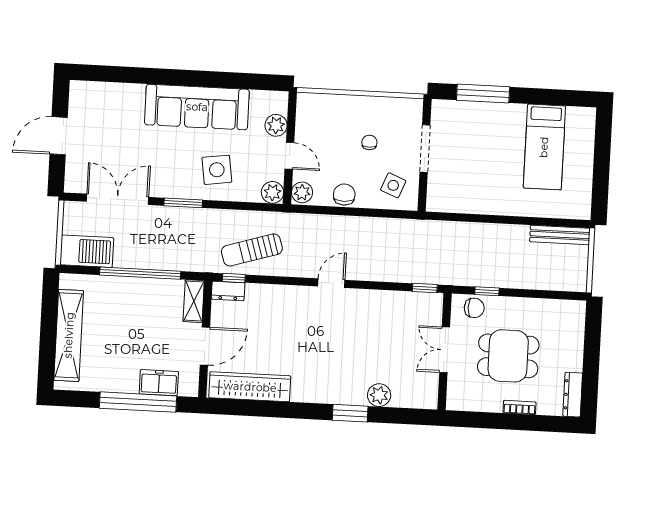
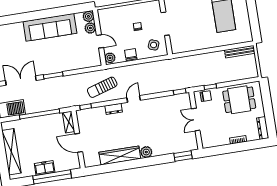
side table: (217, 170) -> (66, 56), removed
plant: (272, 192) -> (88, 16), moved
sun lounger: (252, 250) -> (102, 87), moved
dresser: (228, 291) -> (114, 109), moved
door: (205, 346) -> (79, 143), swing flipped
dining table: (508, 356) -> (239, 100), moved
freezer: (159, 383) -> (45, 168), moved
wardrobe: (250, 387) -> (120, 155), moved
plant: (379, 395) -> (146, 152), moved
window: (350, 413) -> (183, 156), moved

